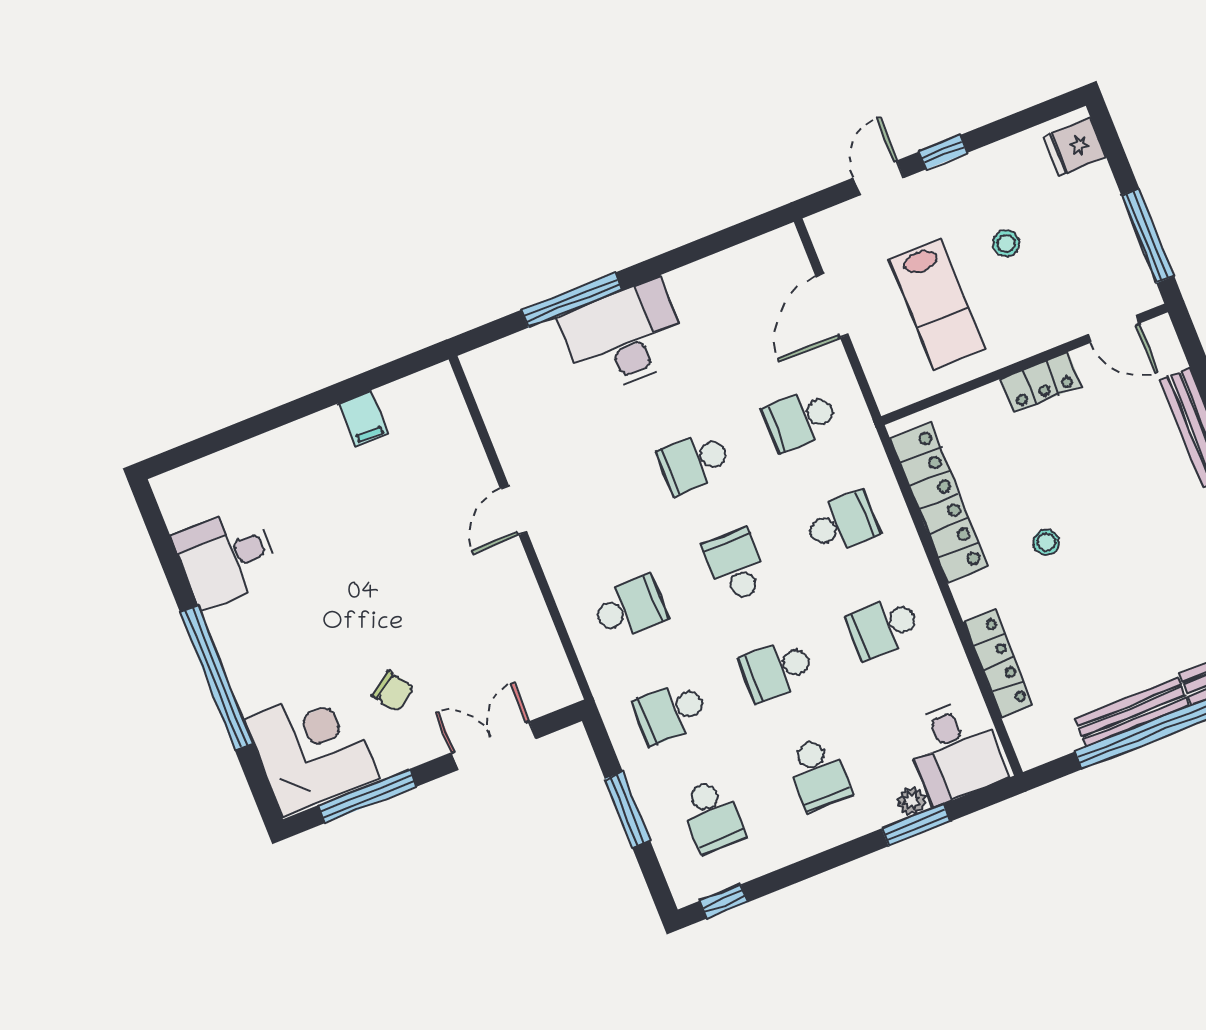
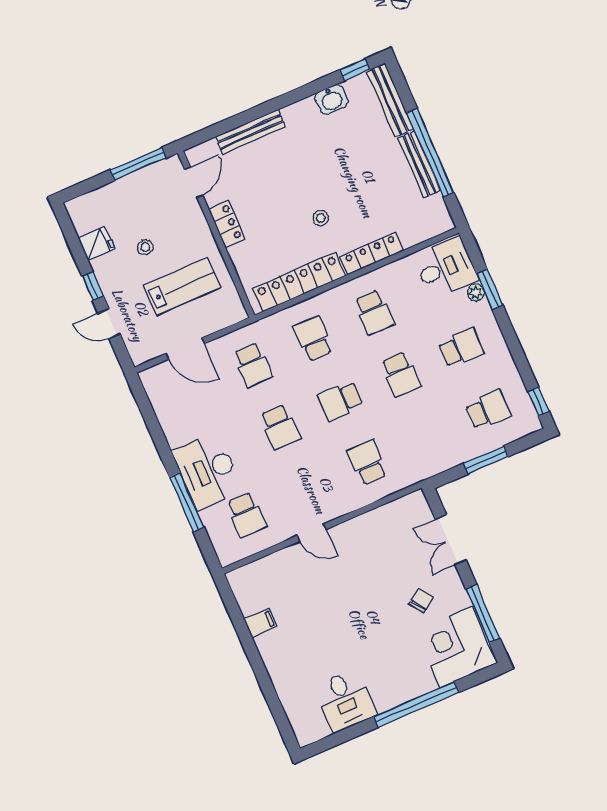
fridge: (1075, 147) -> (96, 243), moved, turned -90
locker: (998, 664) -> (372, 253), moved
school desk: (671, 712) -> (246, 515), moved

